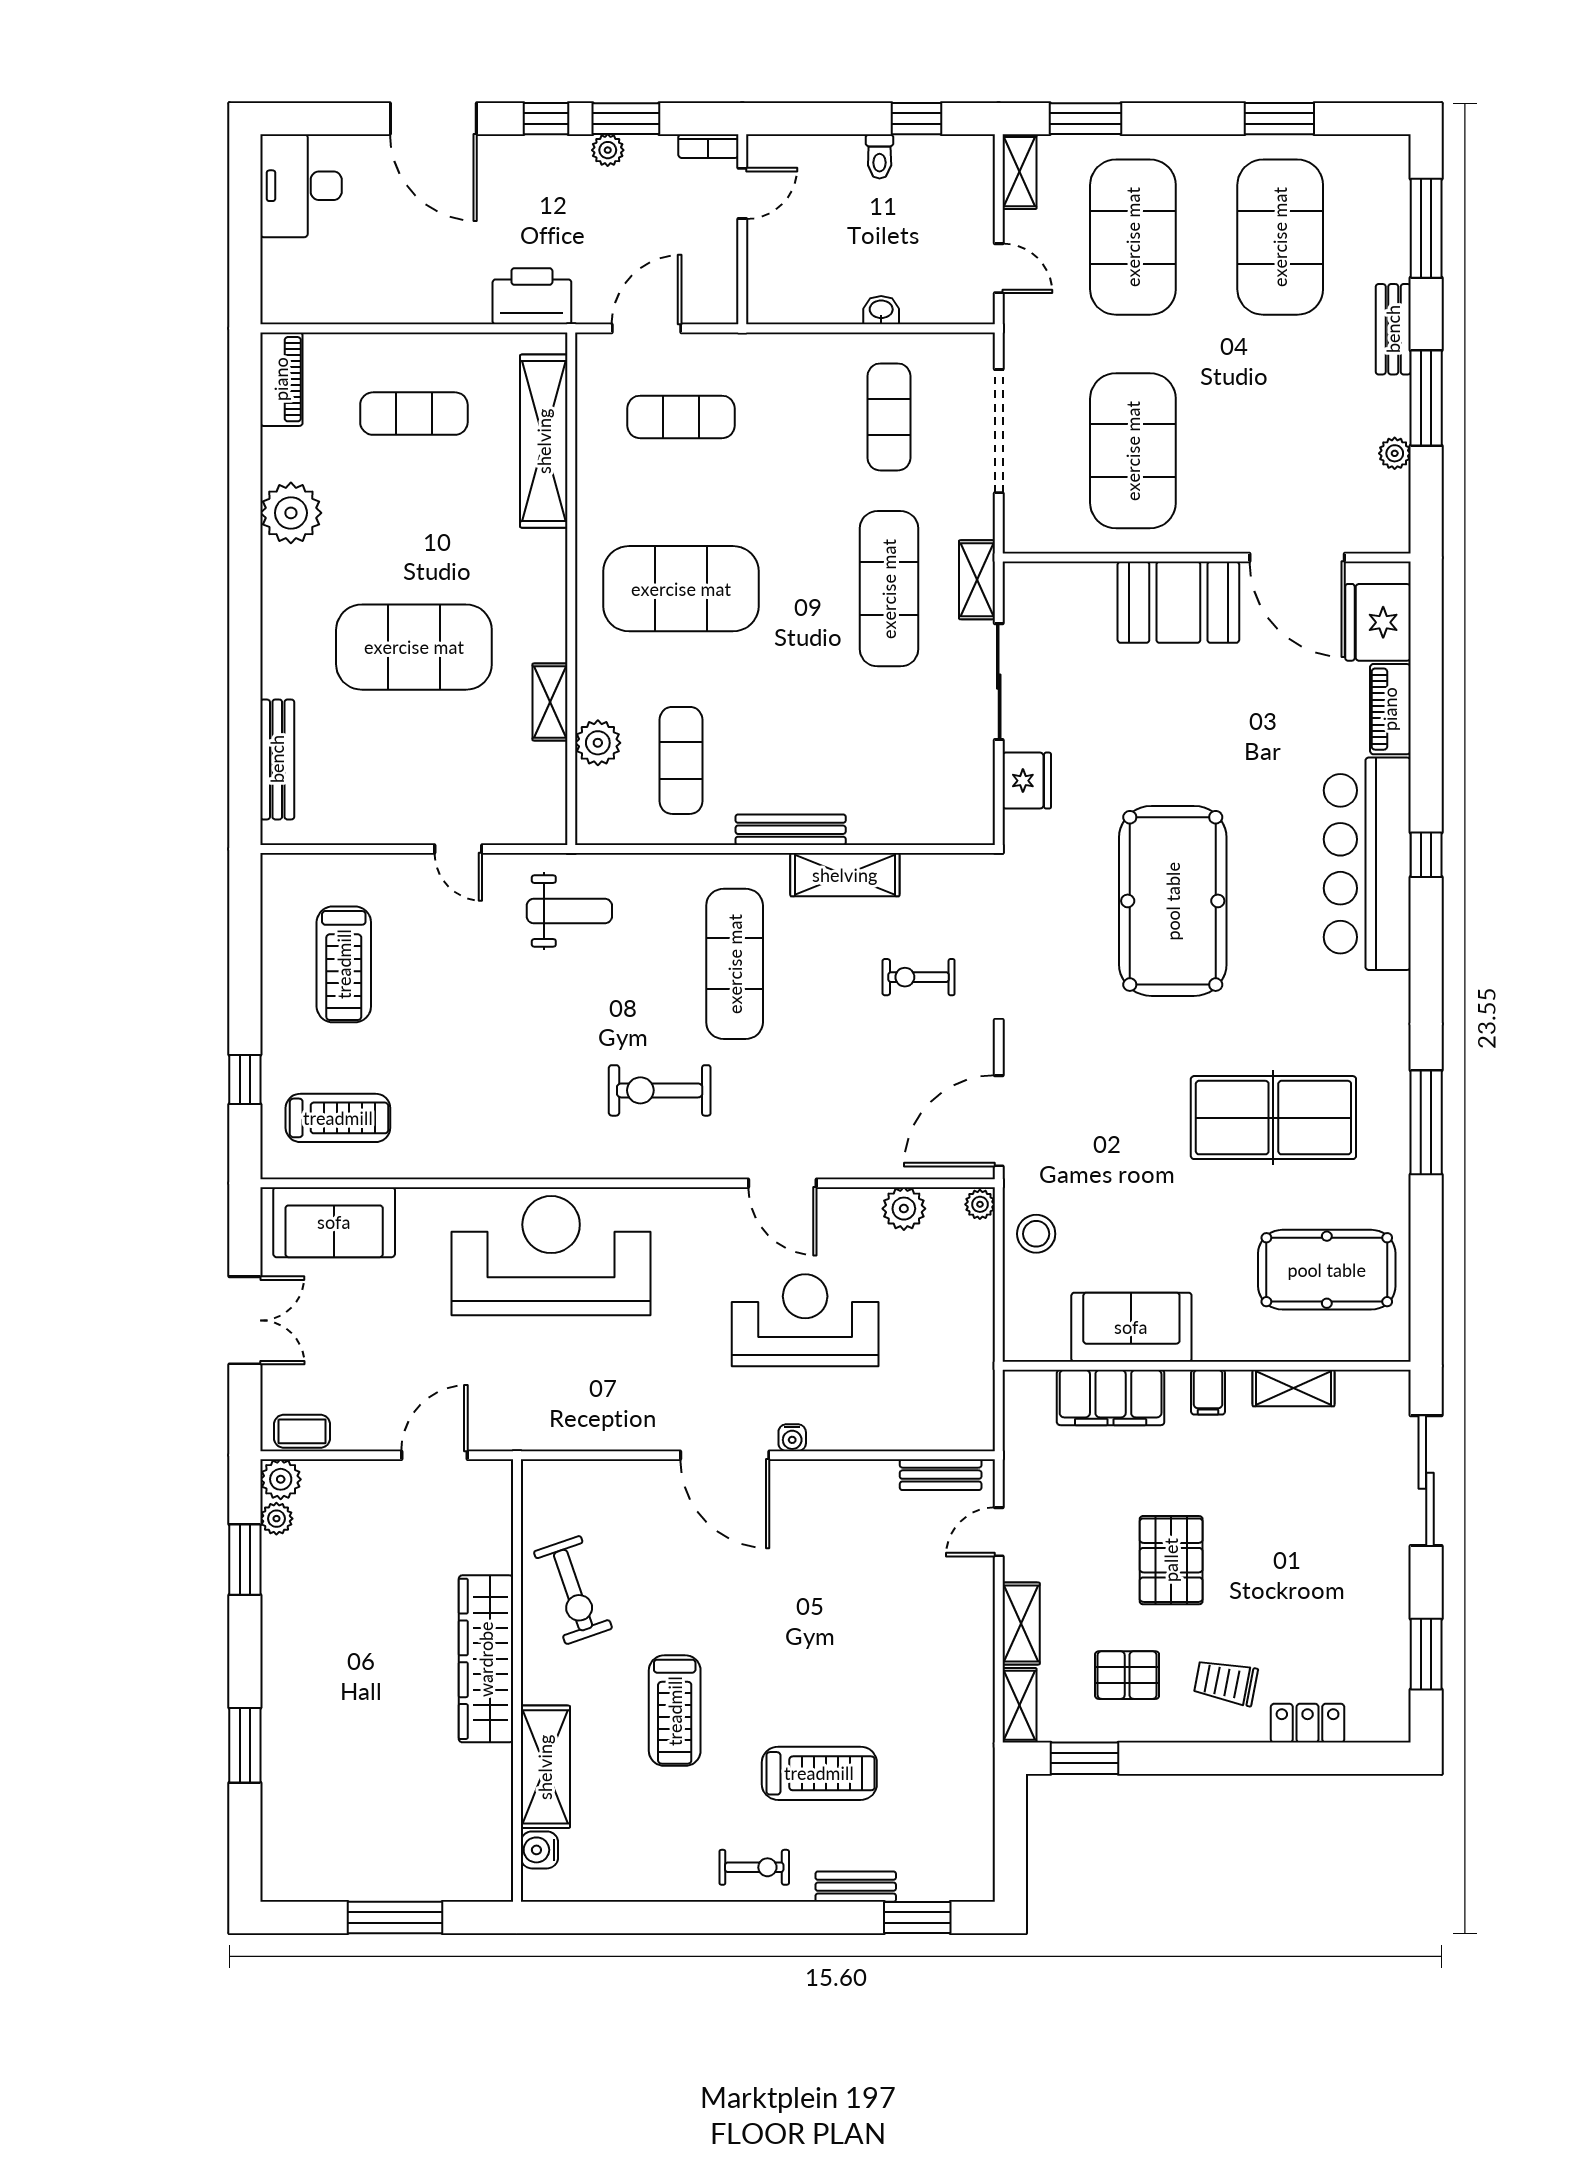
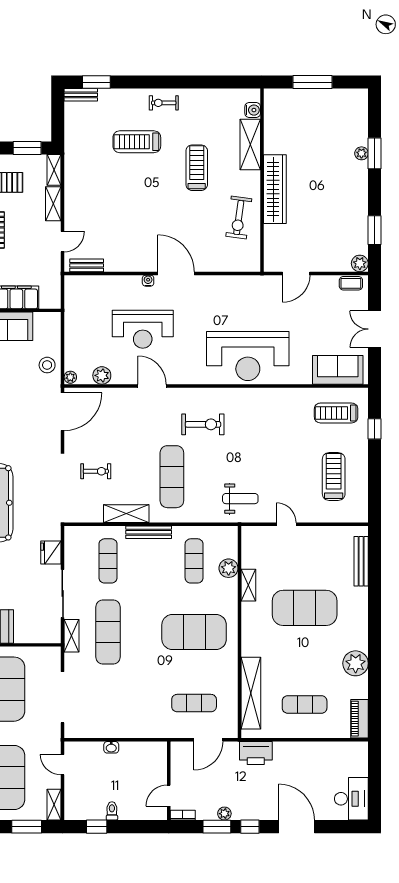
exercise mat: (889, 417) -> (108, 561), moved
weight bench: (569, 911) -> (240, 499), turned 180
plant: (276, 1519) -> (361, 153), moved
exercise bike: (573, 1590) -> (239, 218), turned -153
bench: (856, 1887) -> (81, 95), moved

